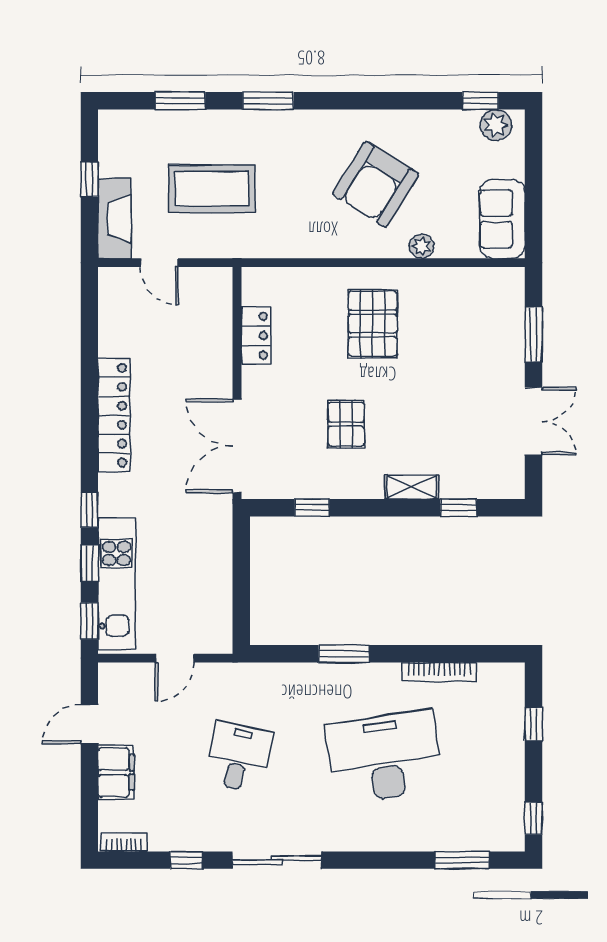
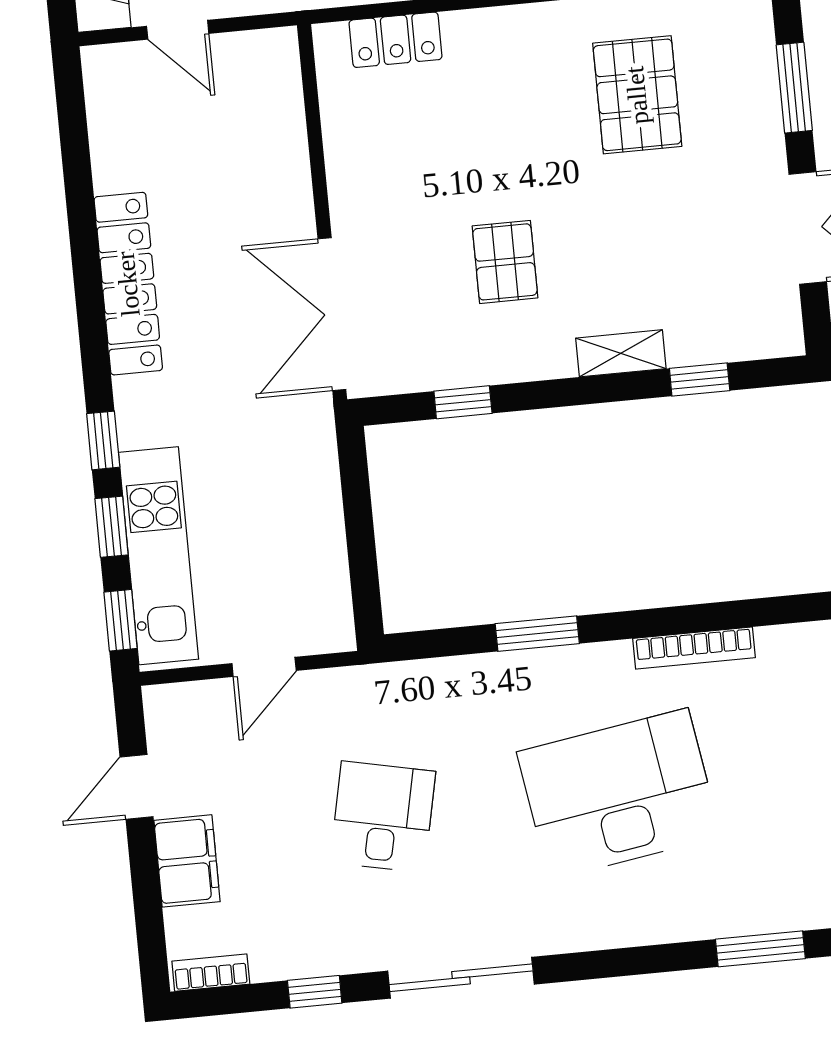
pallet: (373, 324) -> (637, 95), moved
locker: (256, 336) -> (396, 40), moved, turned 90

